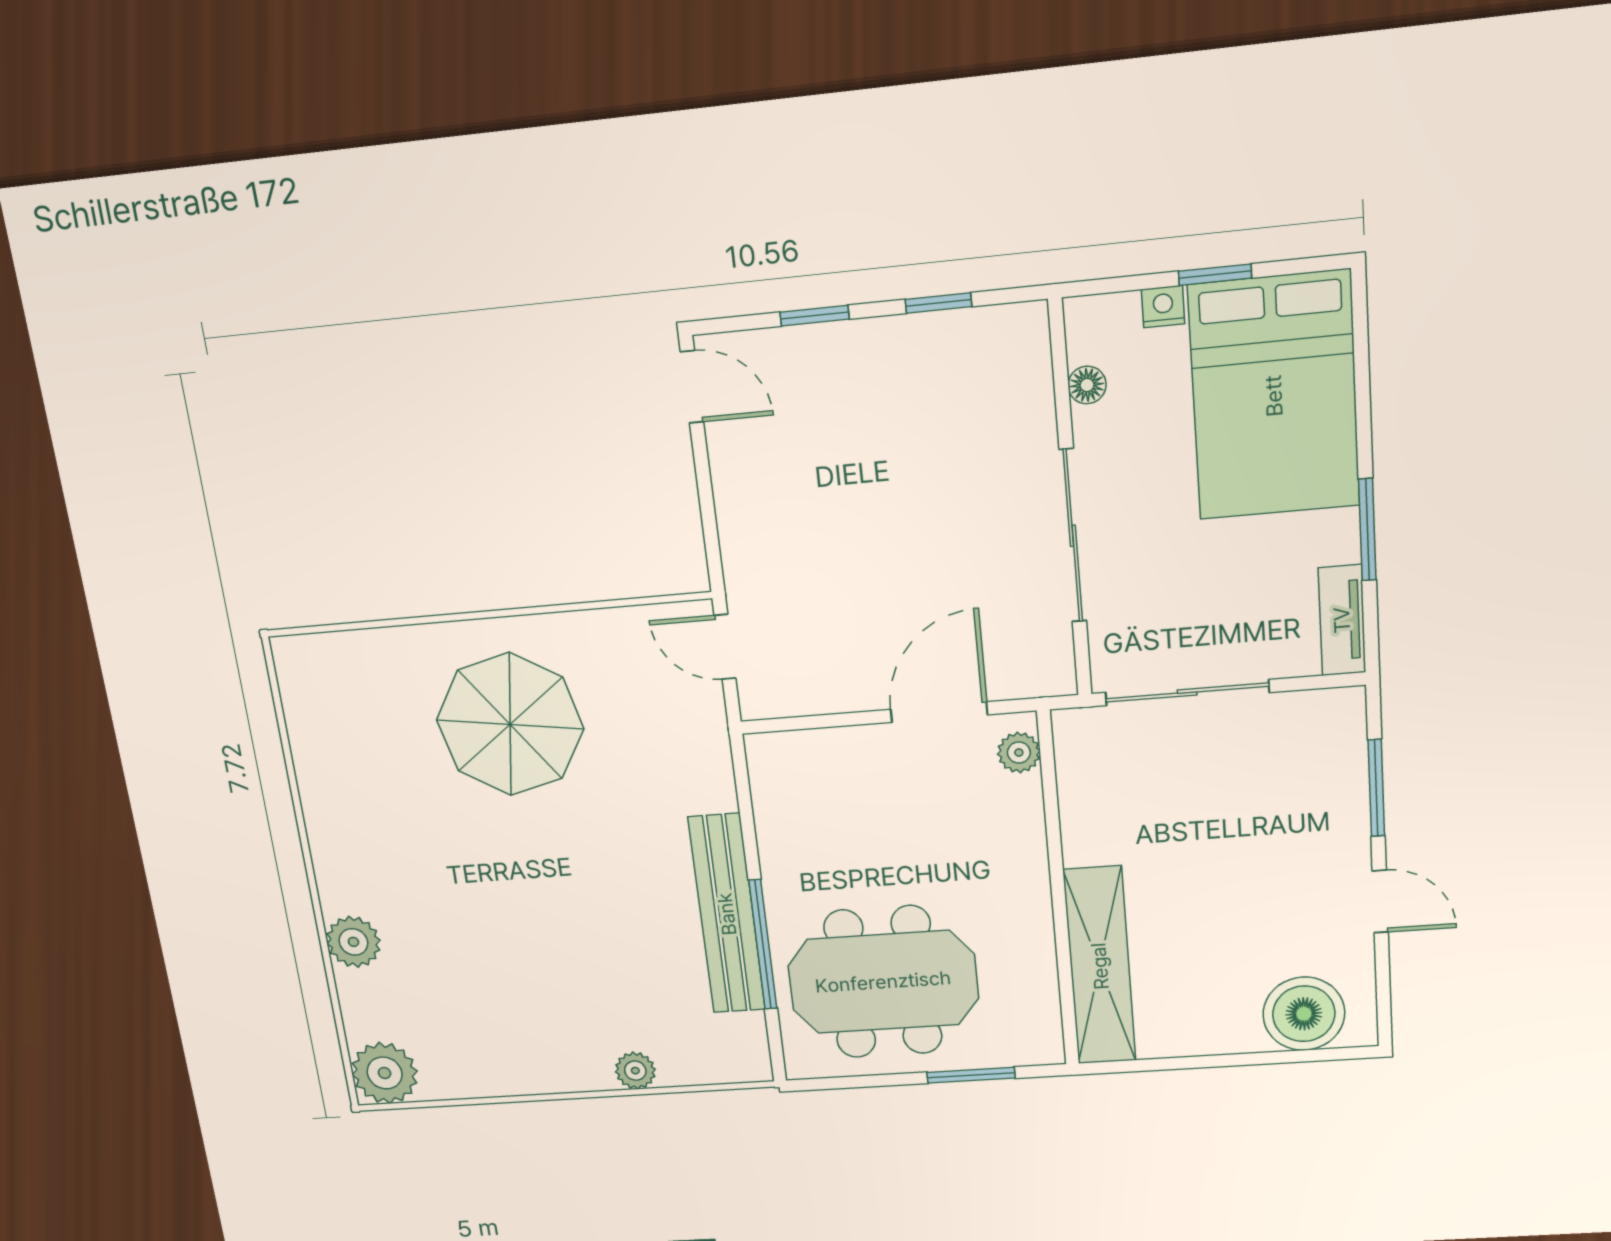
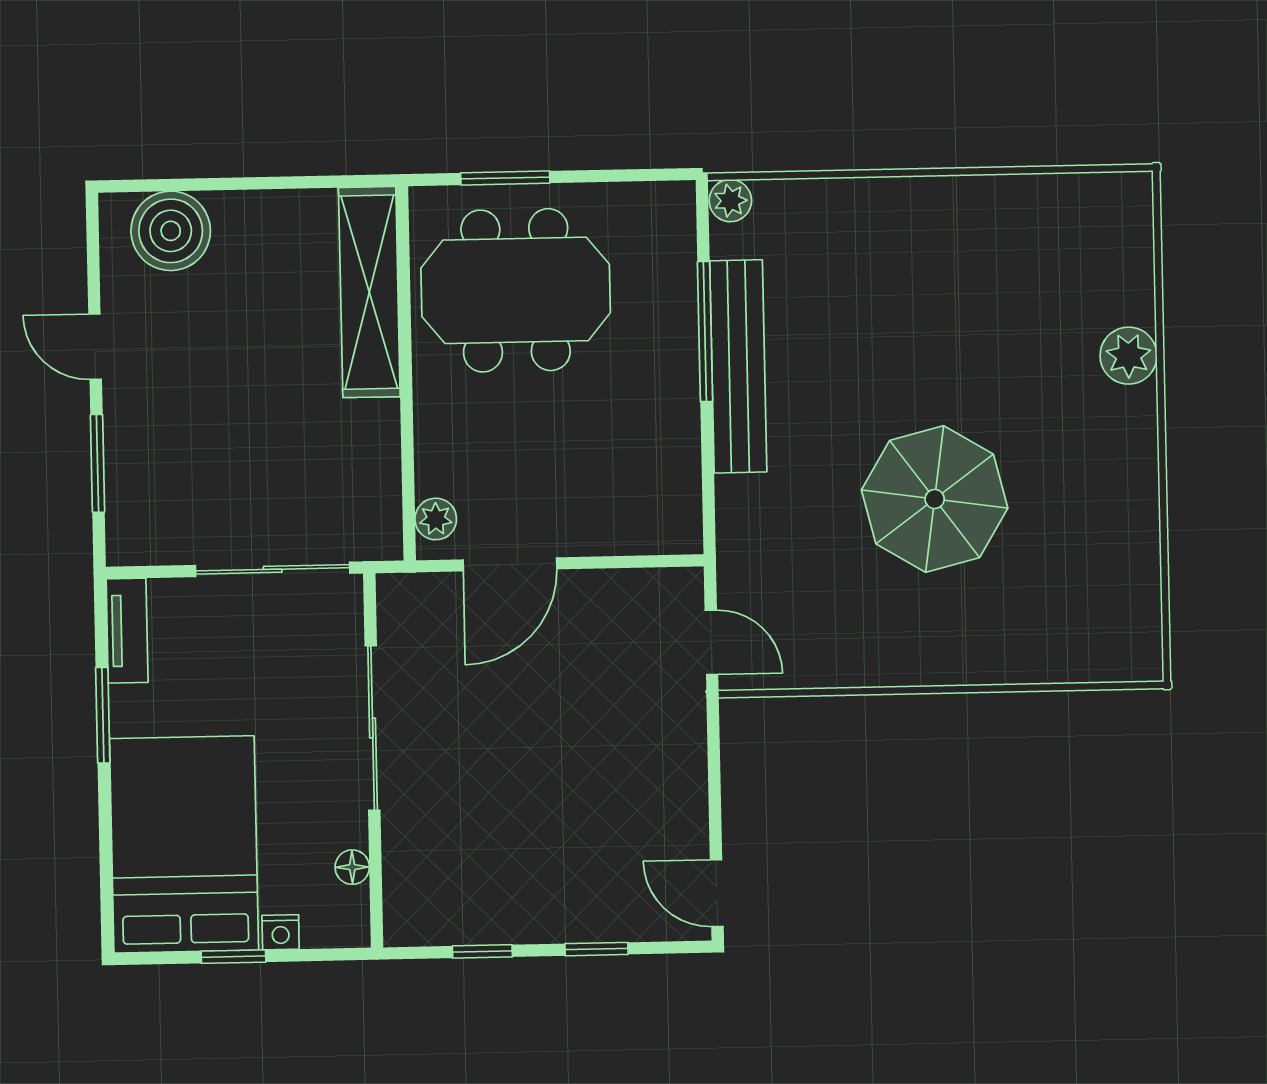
parasol: (510, 724) -> (935, 499), moved
meeting table: (883, 982) -> (516, 290), moved
plant: (635, 1071) -> (730, 201), moved
plant: (385, 1073) -> (1118, 207), removed

